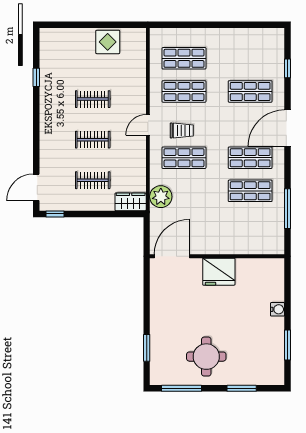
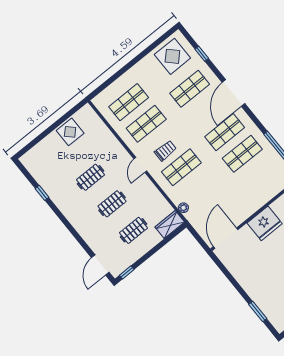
display table: (259, 49) -> (172, 56), added
plant: (161, 197) -> (183, 208), width x0.53, depth x0.53

